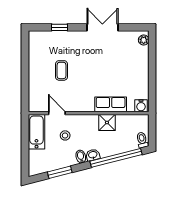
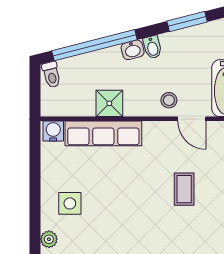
side table: (131, 62) -> (70, 203), added
row of seats: (111, 104) -> (103, 133), width x1.48
stool: (65, 135) -> (169, 100), moved

